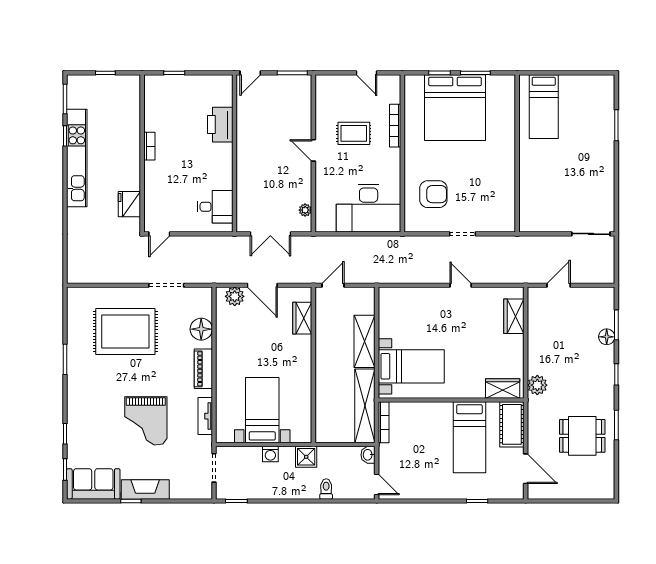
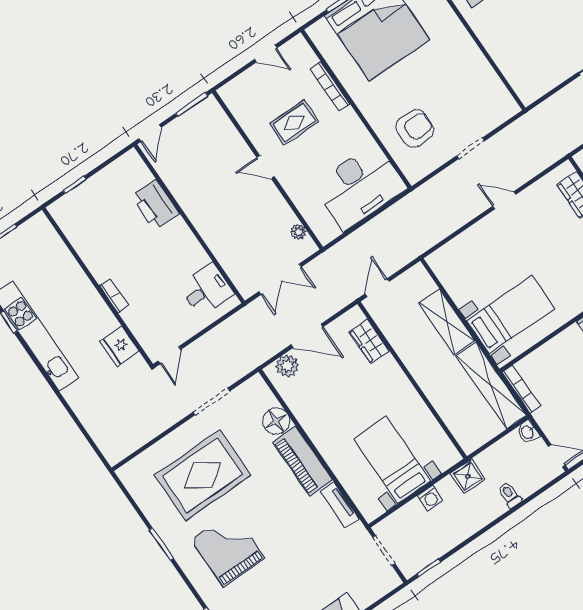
bookcase: (149, 146) -> (114, 296), moved
piano: (203, 369) -> (303, 461), width x1.37, depth x1.33
grand piano: (146, 421) -> (228, 549), moved, turned 180

